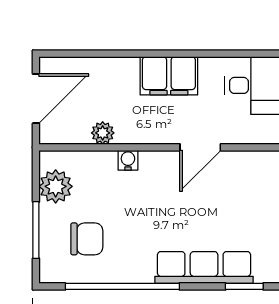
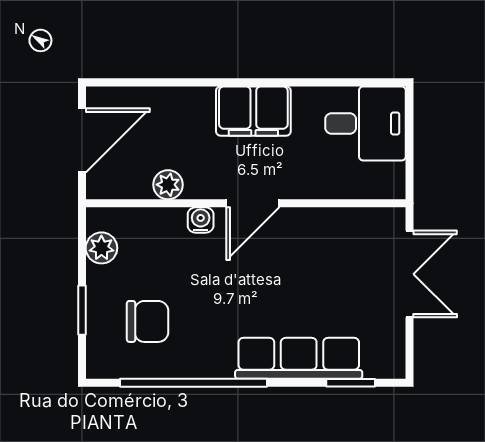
door: (200, 147) -> (253, 203), moved
plant: (56, 186) -> (101, 248), width x0.73, depth x0.73
window: (36, 230) -> (82, 310), width x0.67

